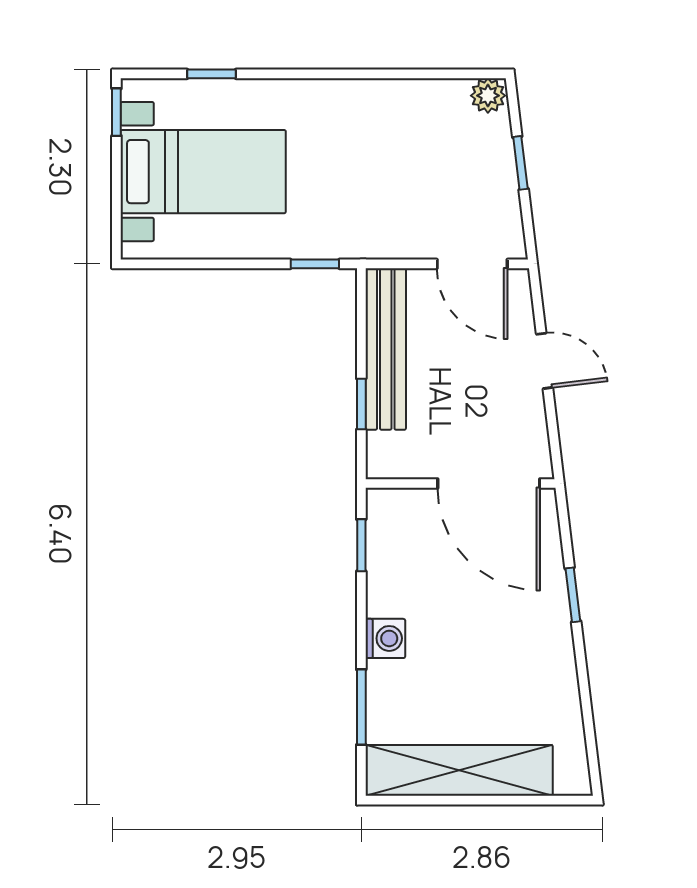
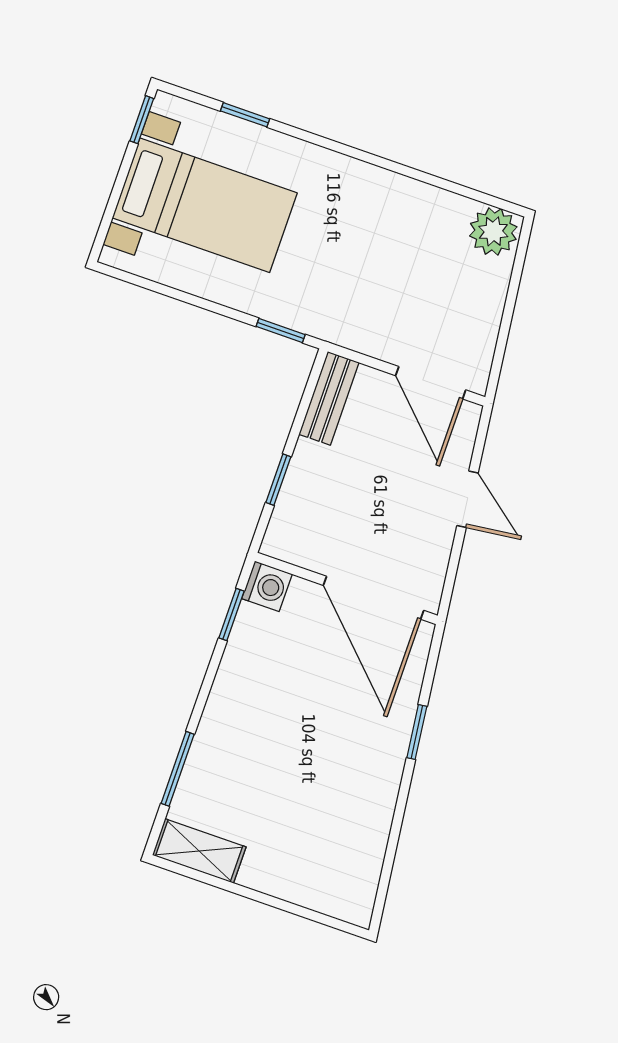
plant: (488, 96) -> (493, 231), width x1.38, depth x1.38
window: (520, 163) -> (510, 303), removed
bench: (386, 349) -> (329, 398), width x0.54, depth x0.82
washing machine: (385, 638) -> (267, 586), moved
shelving: (459, 770) -> (199, 851), width x0.45, depth x0.75

